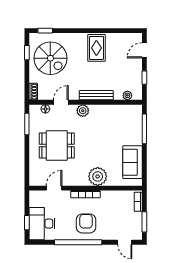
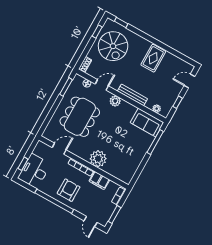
dining table: (57, 146) -> (80, 117), width x1.38
sofa: (133, 162) -> (147, 122), moved, turned -90
filing cabinet: (111, 197) -> (99, 180), added

